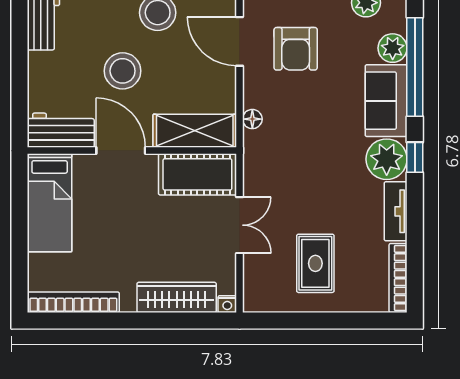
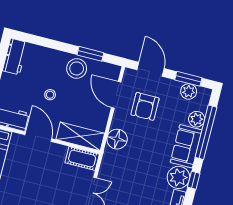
stool: (123, 71) -> (50, 95), width x0.53, depth x0.53
floor lamp: (252, 119) -> (117, 139), width x1.89, depth x1.89
cot: (197, 174) -> (82, 159), width x0.73, depth x0.75

